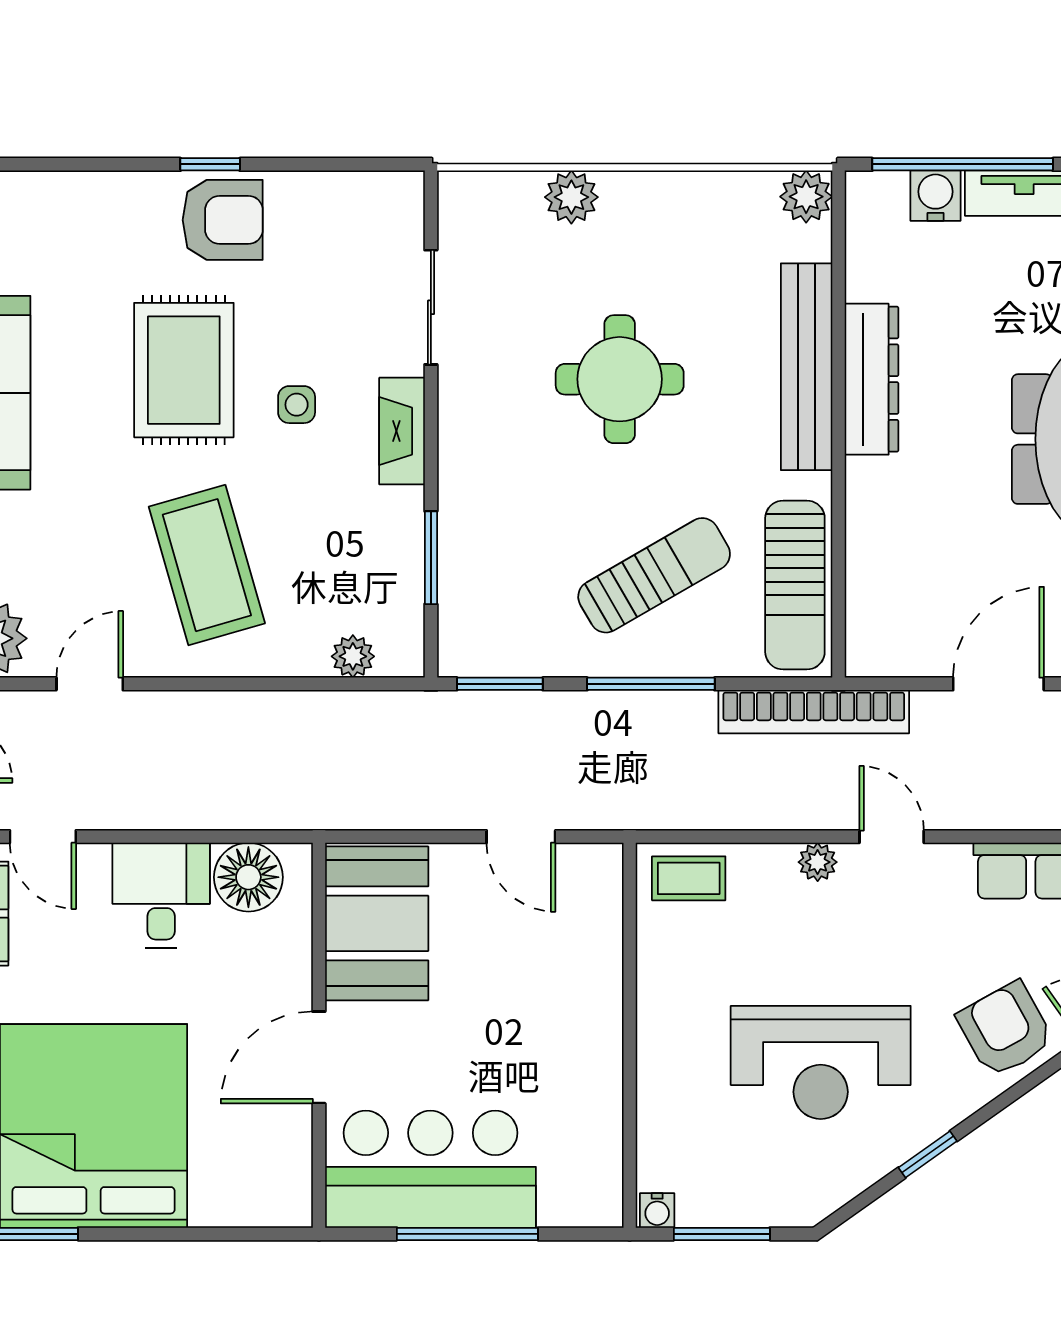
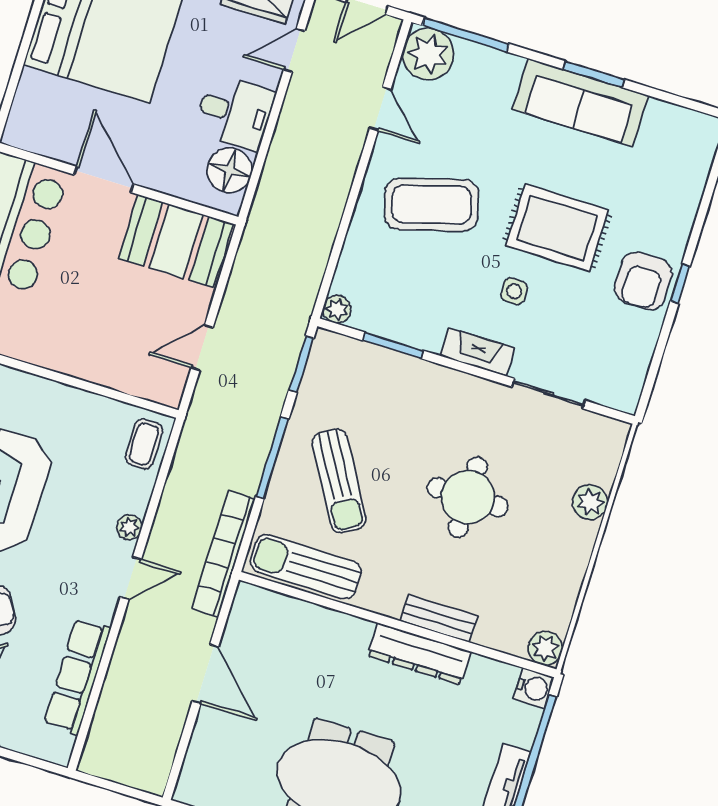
water cooler: (936, 196) -> (534, 688), moved
bench: (807, 367) -> (439, 619), width x0.54, depth x0.82
plant: (353, 656) -> (337, 309), moved

